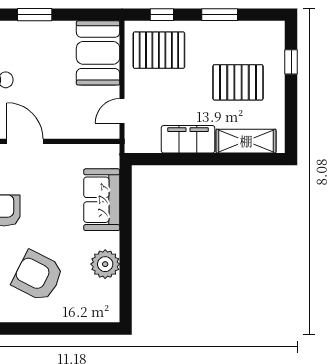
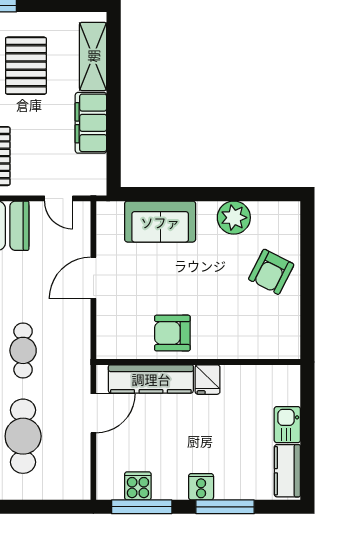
door: (25, 141) -> (93, 278), moved
armchair: (38, 276) -> (271, 272), moved, width x0.73, depth x0.73

